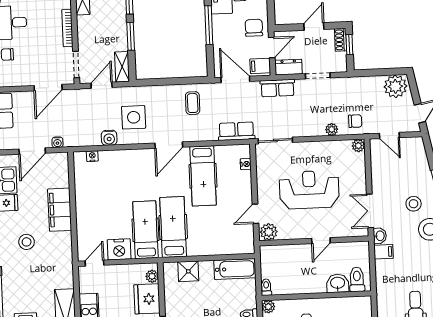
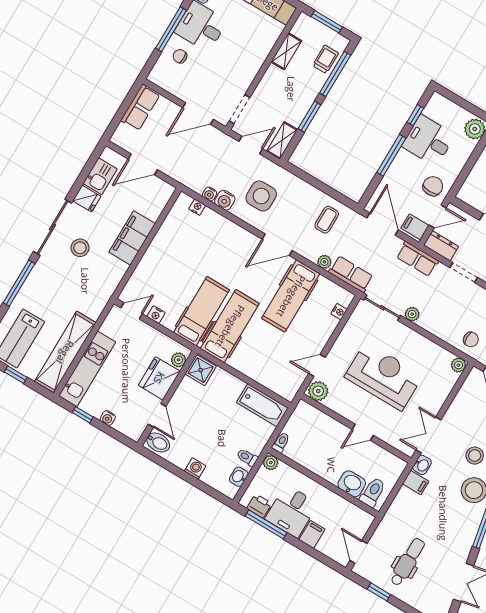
bookcase: (67, 28) -> (254, 69), removed
plant: (332, 129) -> (412, 314), moved
plant: (211, 135) -> (324, 262), added
water cooler: (57, 142) -> (210, 194), moved
nightstand: (119, 249) -> (156, 315), width x0.53, depth x0.56
shower: (188, 271) -> (201, 370), moved

